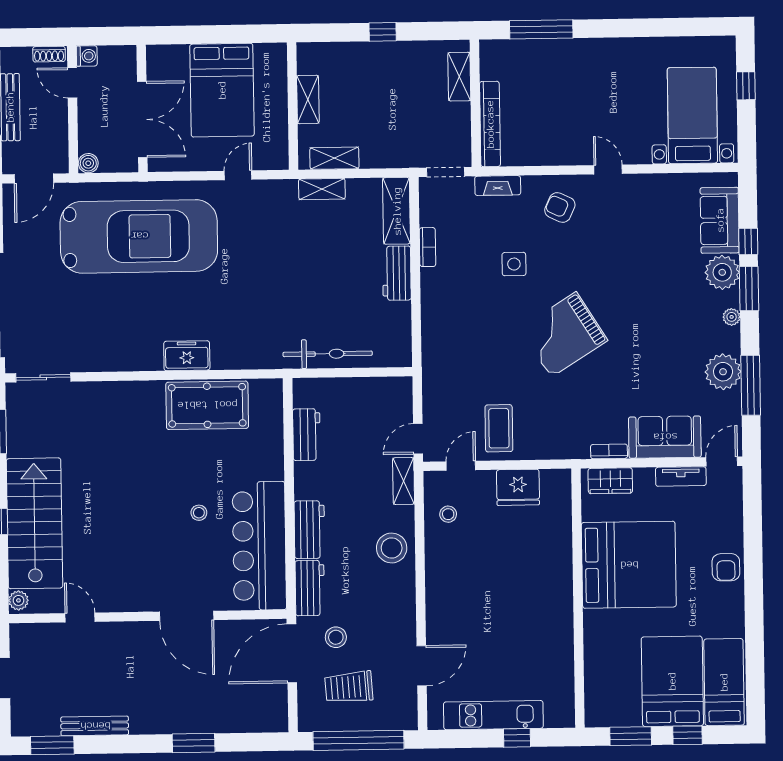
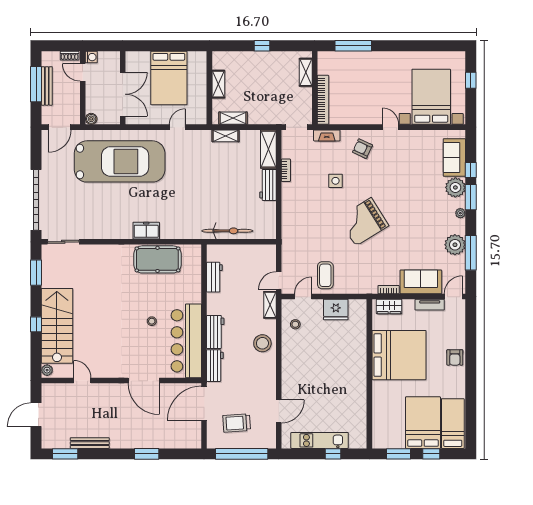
bed with nightstands: (692, 115) -> (431, 97), width x1.36
stool: (336, 637) -> (230, 394), removed

